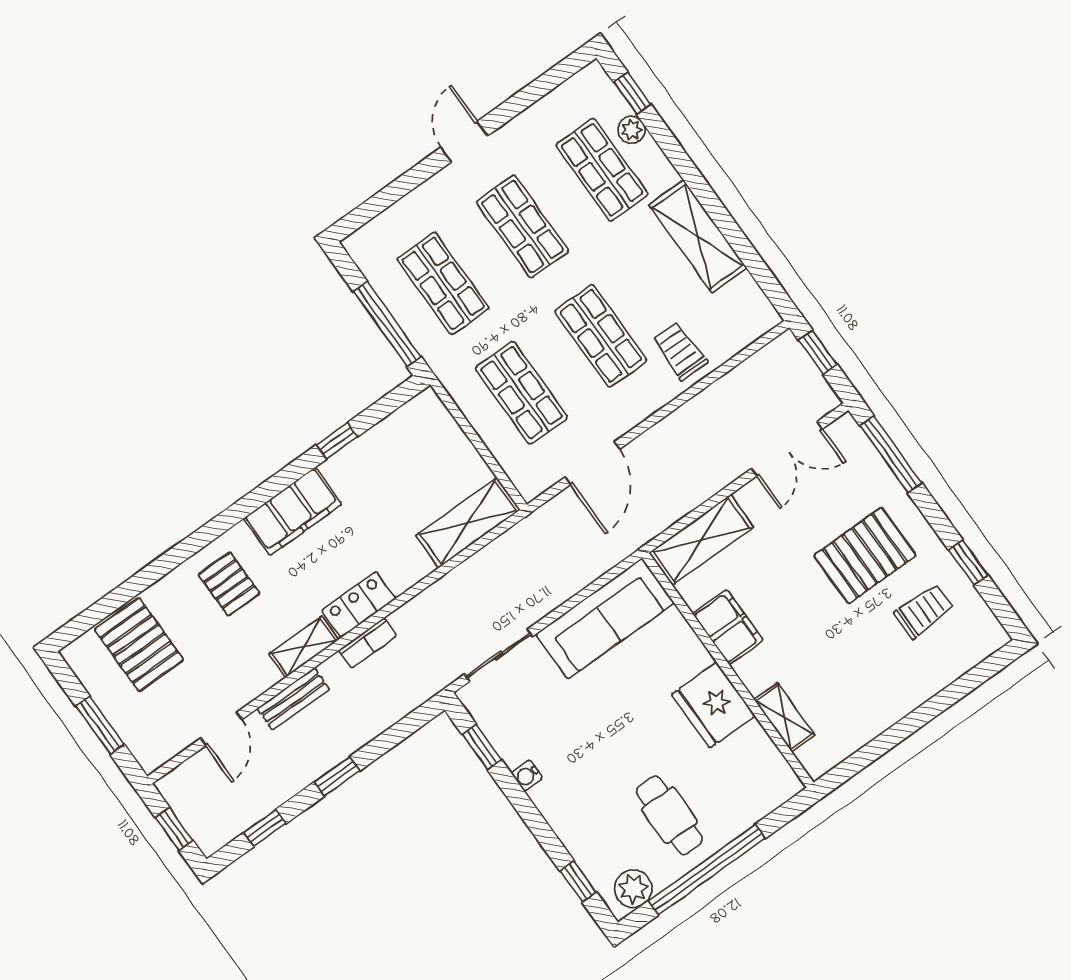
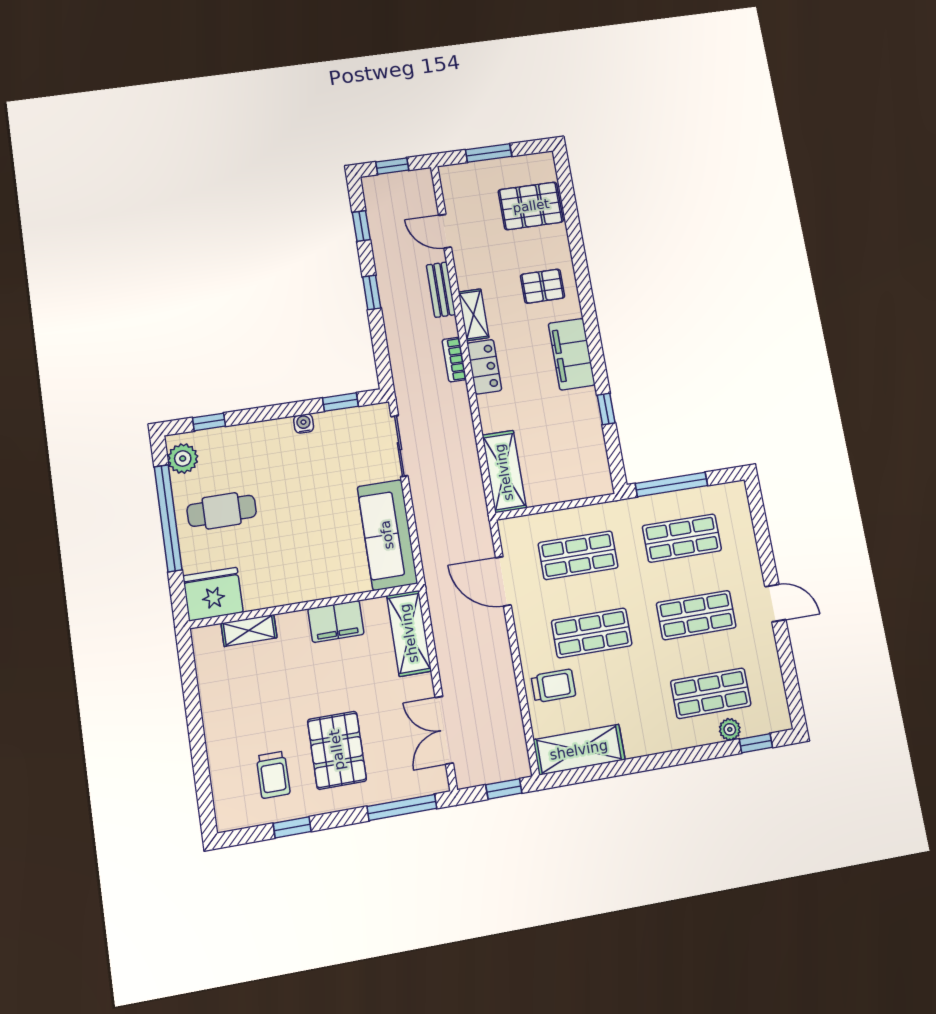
shelving: (698, 236) -> (579, 750), moved
fridge: (713, 705) -> (213, 594), moved

